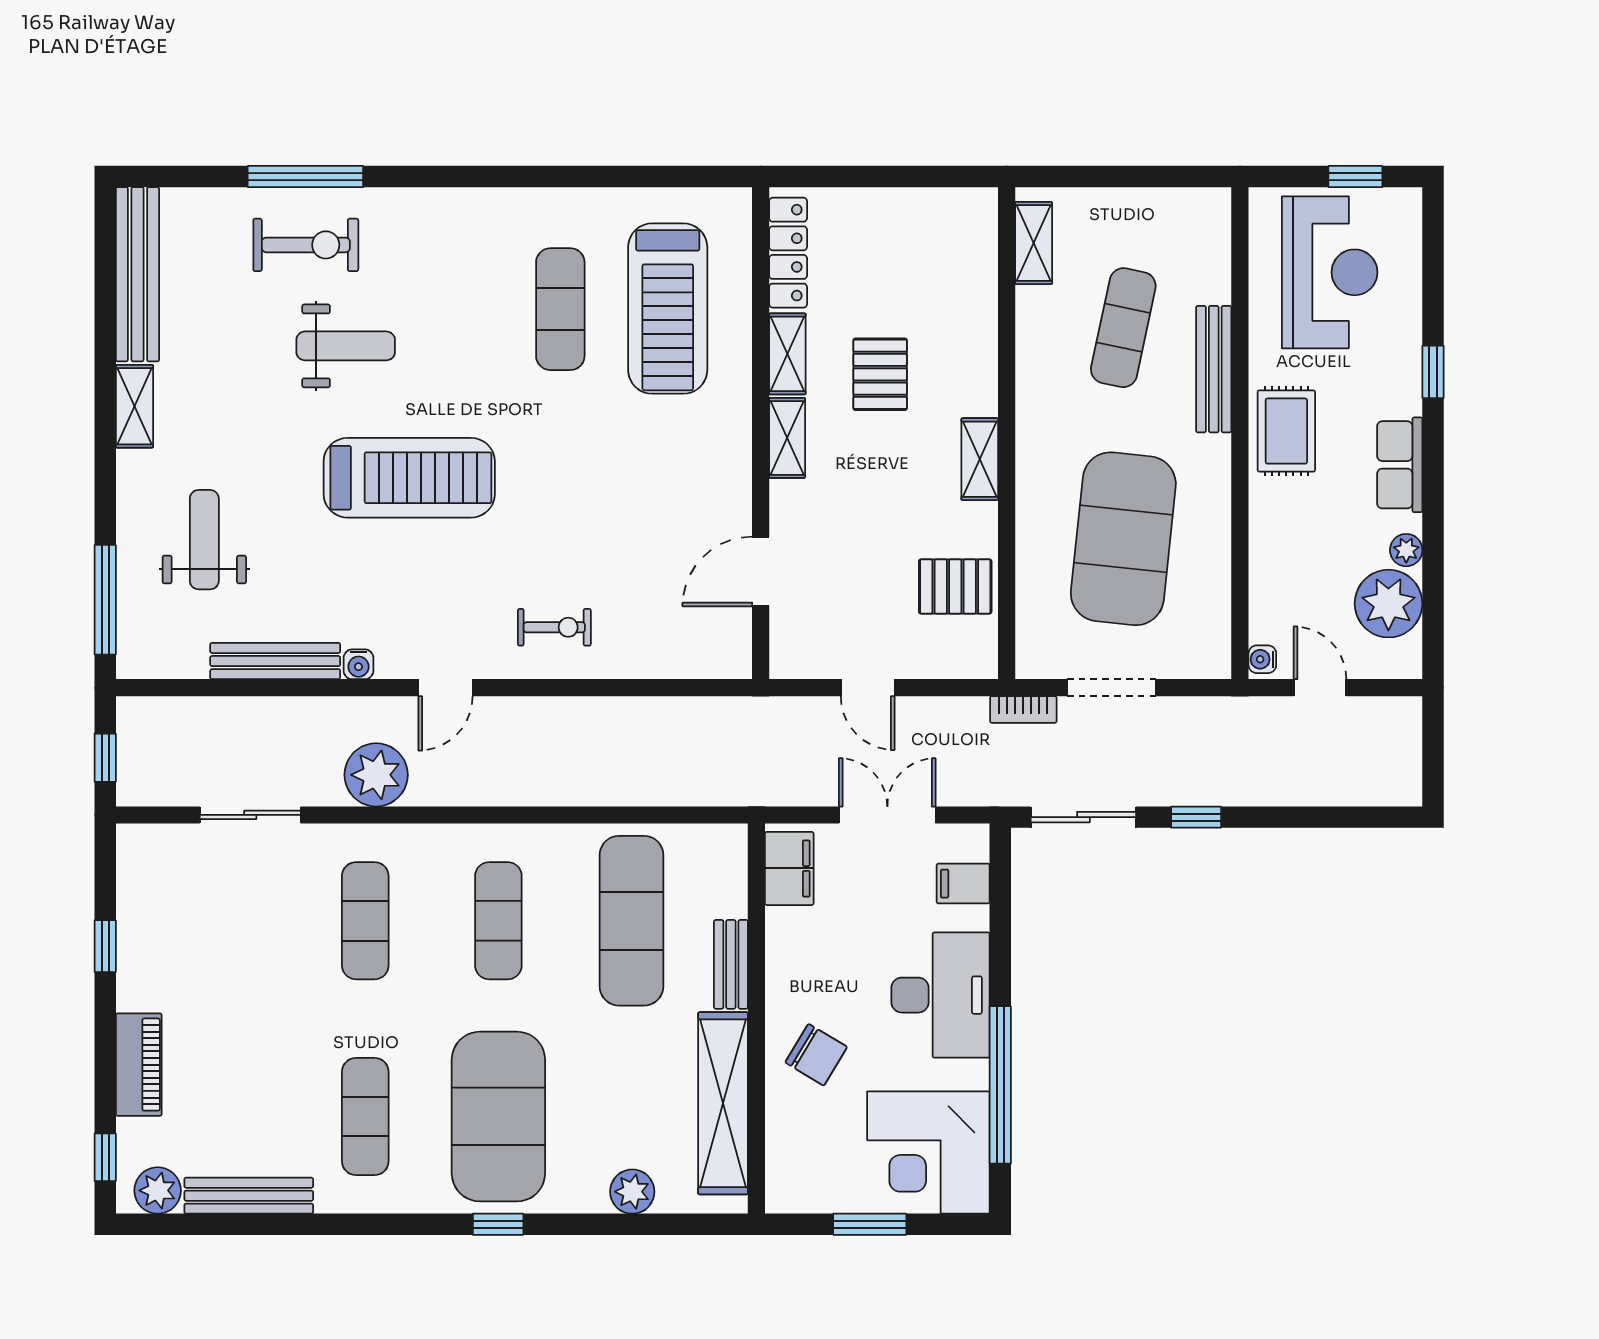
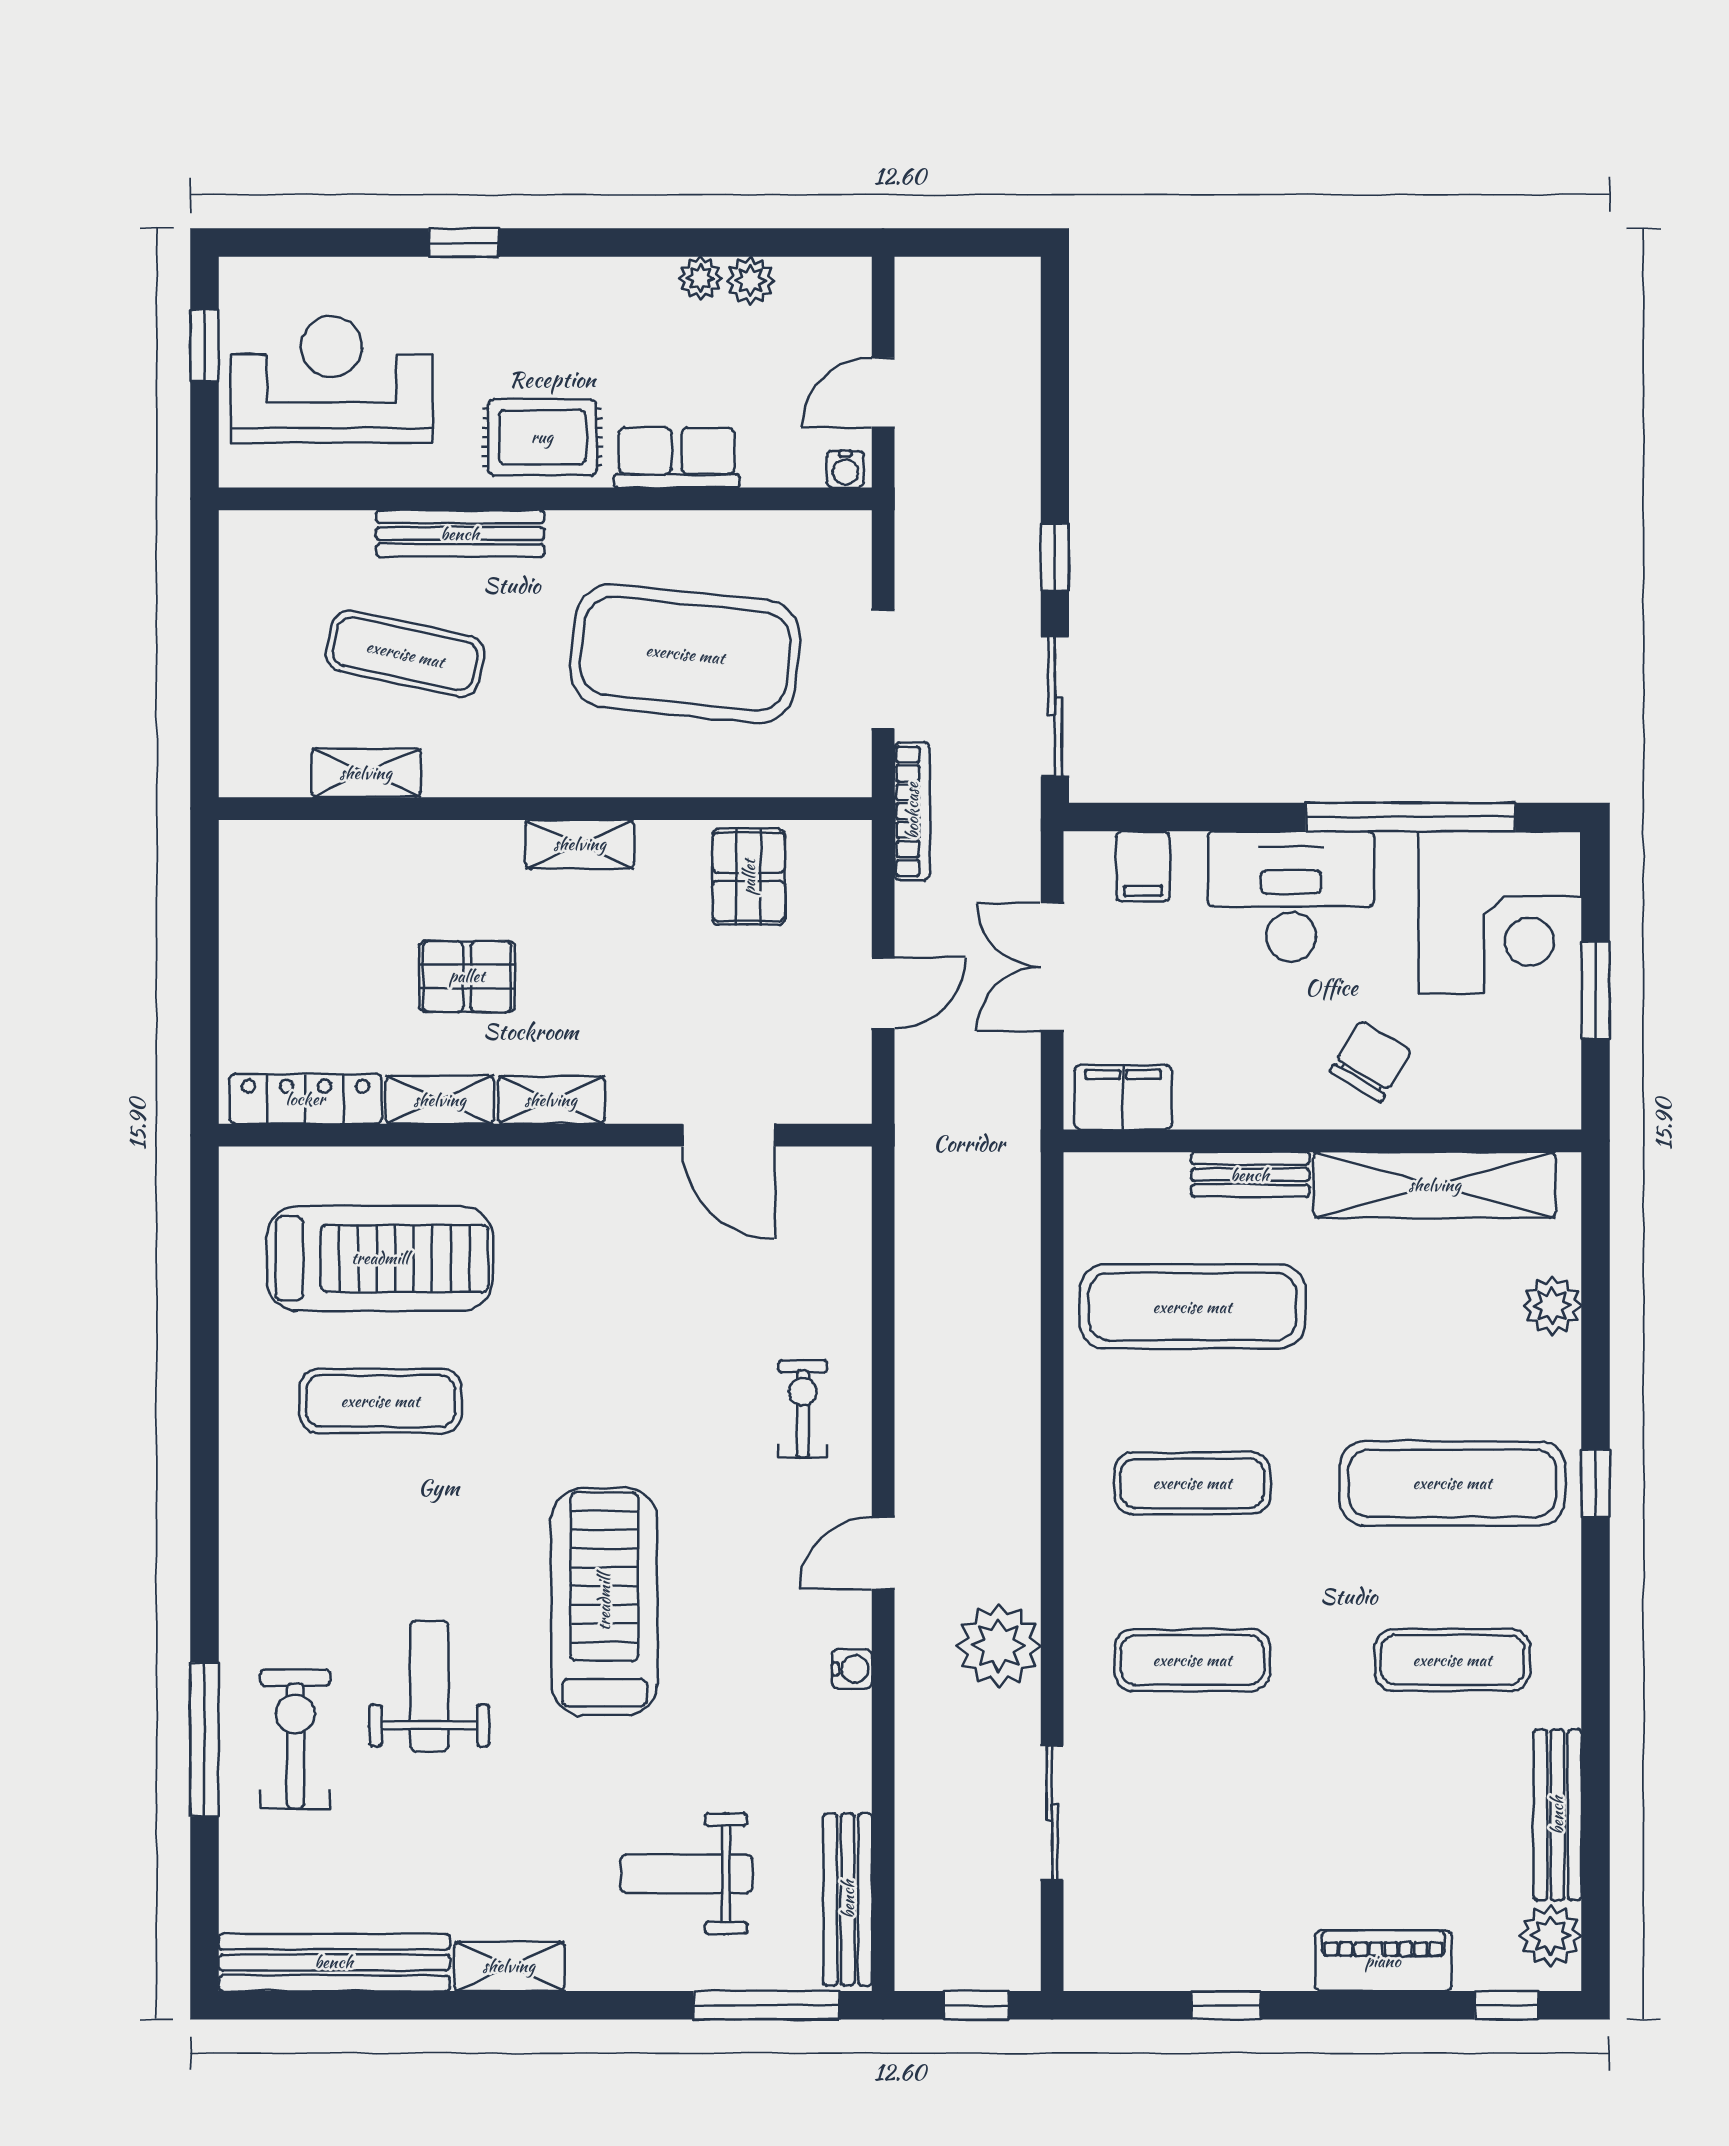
shelving: (1034, 243) -> (366, 773), moved
row of seats: (1400, 465) -> (677, 457), moved, turned 180
plant: (1388, 604) -> (750, 281), width x0.53, depth x0.53
bench: (275, 661) -> (848, 1899), moved
door: (445, 688) -> (883, 1554), swing flipped
bookcase: (1023, 710) -> (912, 811), width x1.56
exercise mat: (498, 1117) -> (1452, 1483), width x0.68

